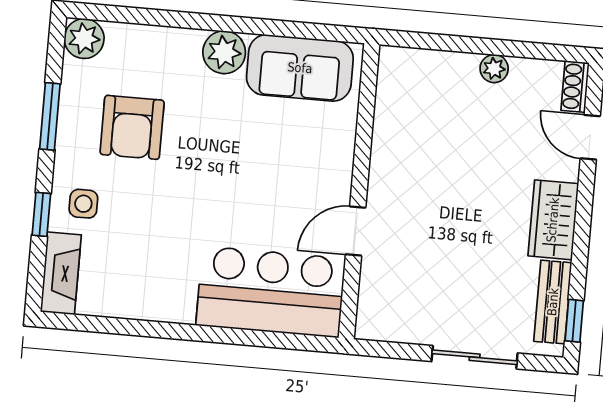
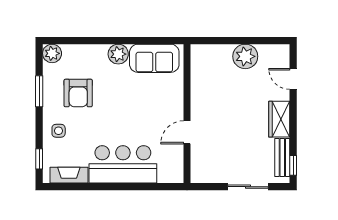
plant: (494, 69) -> (245, 56), width x1.87, depth x1.87
shoe rack: (575, 87) -> (284, 56), removed
window: (41, 214) -> (39, 159), moved
fireplace: (61, 273) -> (69, 175), moved, turned -90
bar counter: (271, 292) -> (123, 164), moved

